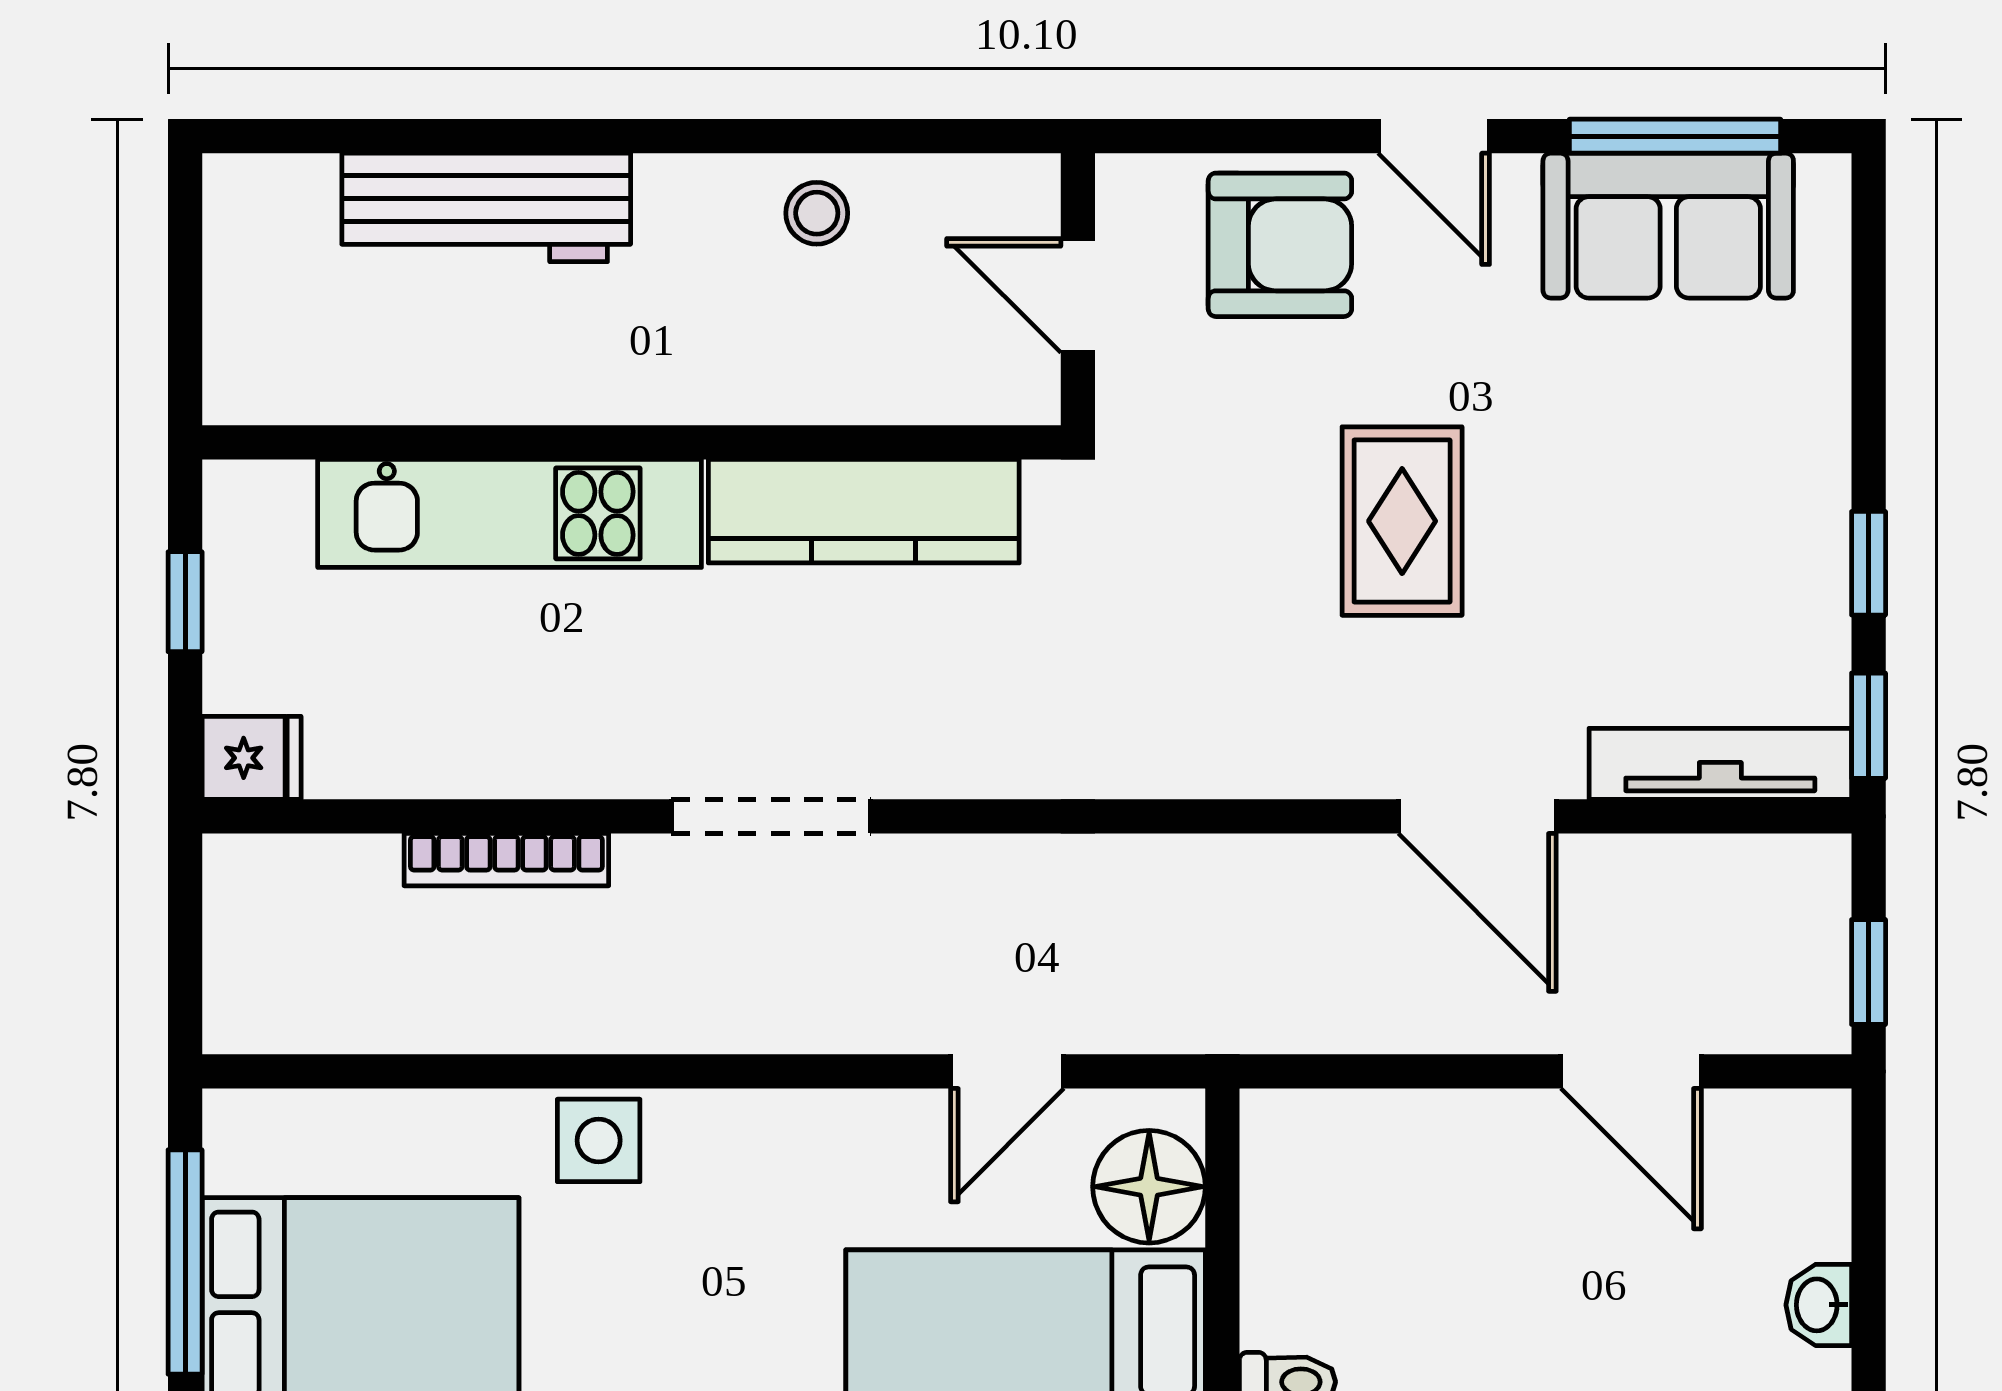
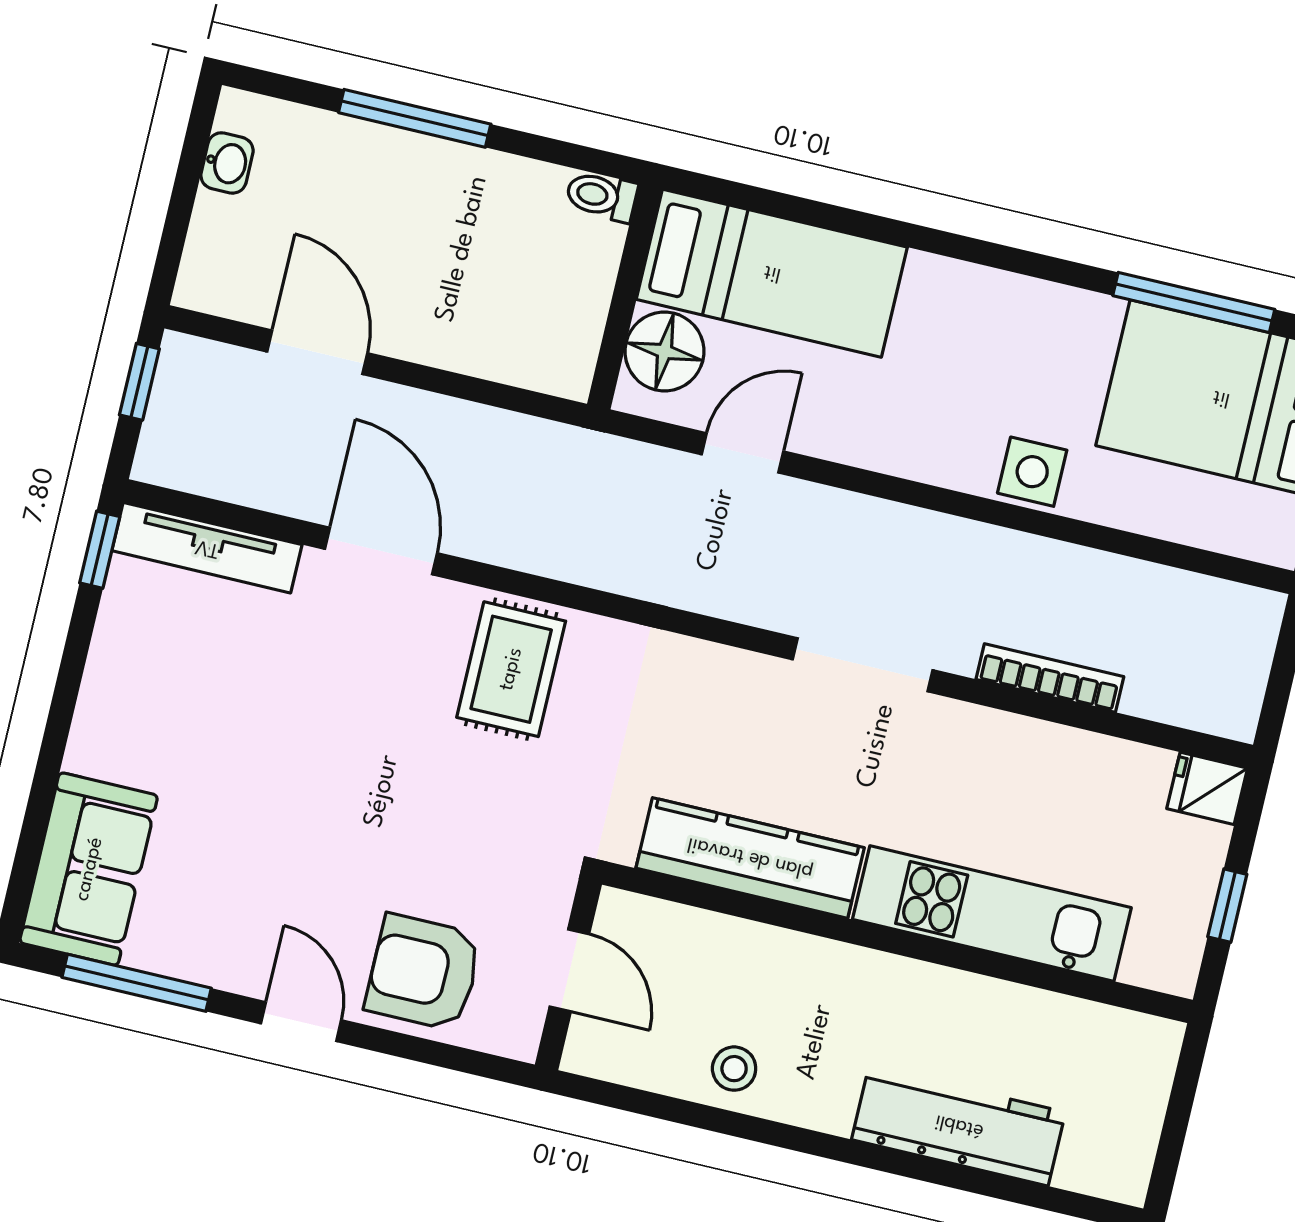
sofa: (1668, 226) -> (89, 869), moved, turned 90
rug: (1402, 521) -> (511, 669), moved
window: (1869, 563) -> (74, 661), removed

